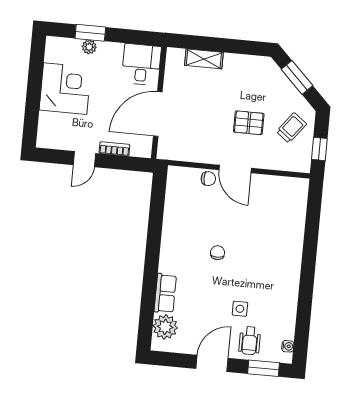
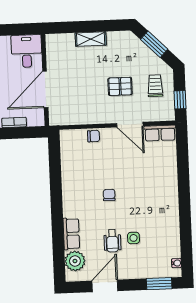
shelving: (204, 59) -> (91, 39), moved
trolley: (291, 128) -> (155, 86), turned -38
door: (235, 169) -> (130, 125), moved
row of seats: (289, 186) -> (160, 133), added
wheelchair: (250, 341) -> (112, 241), moved
door: (212, 363) -> (105, 286), moved

